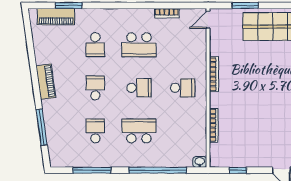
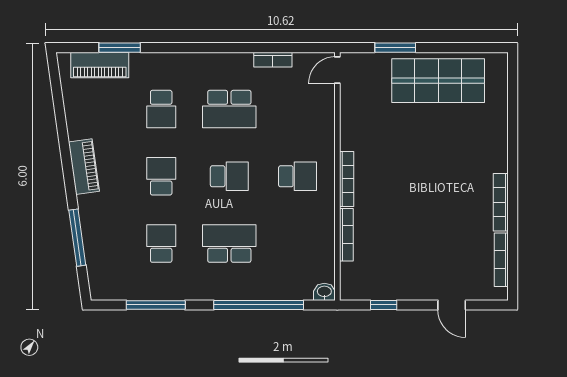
bookcase: (214, 74) -> (347, 179), moved

